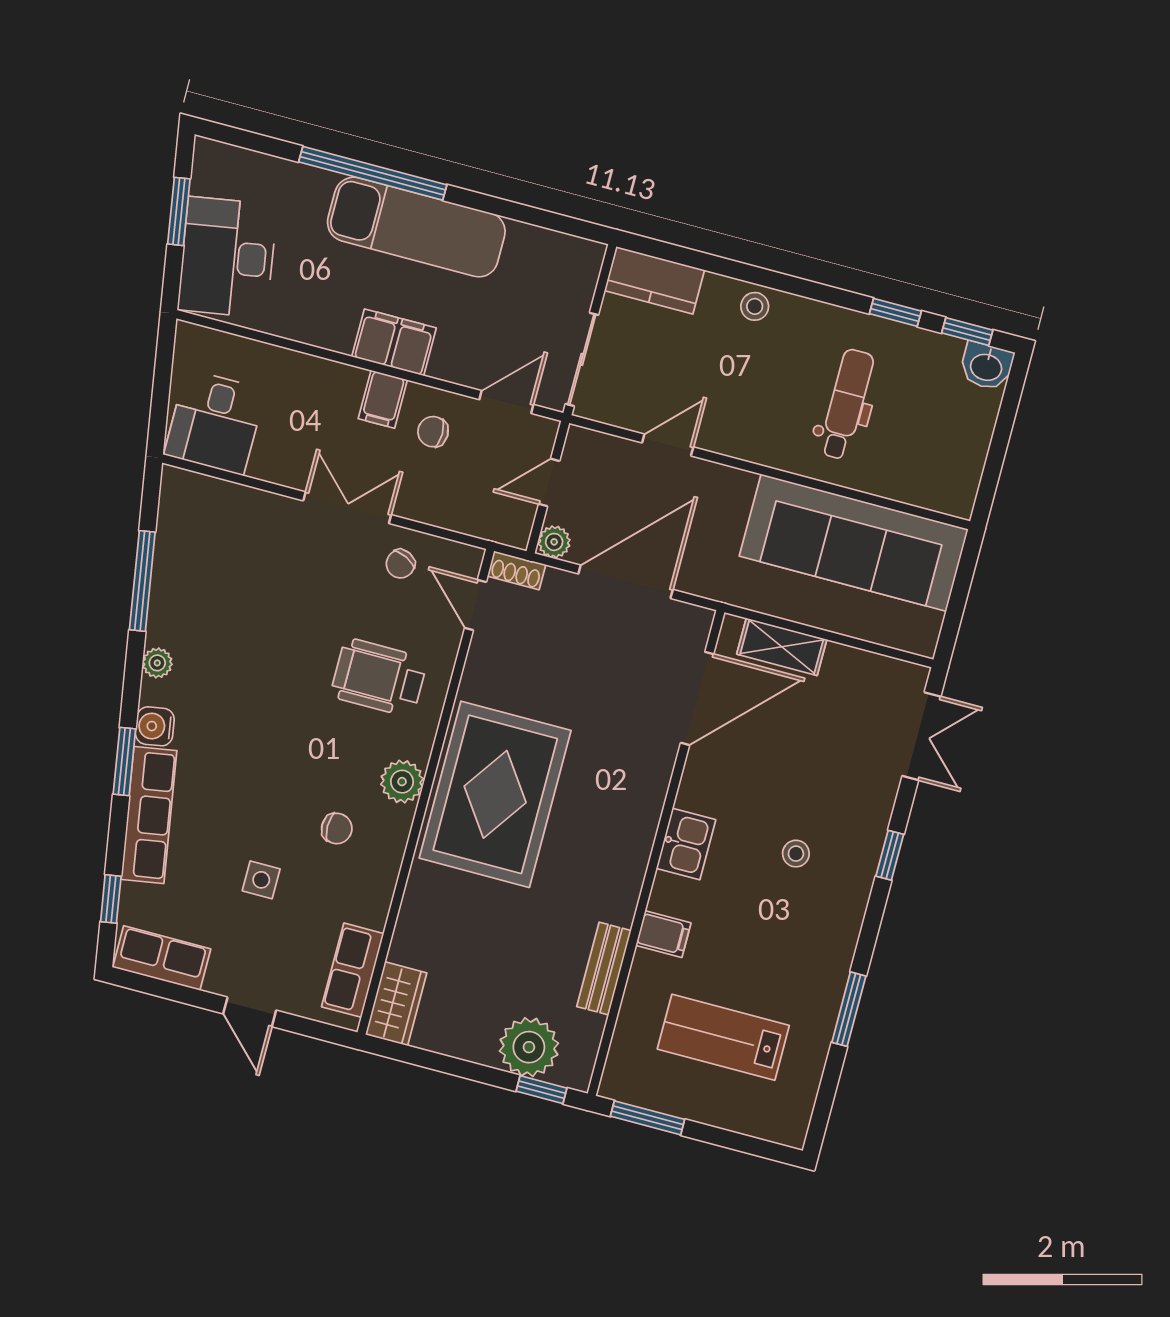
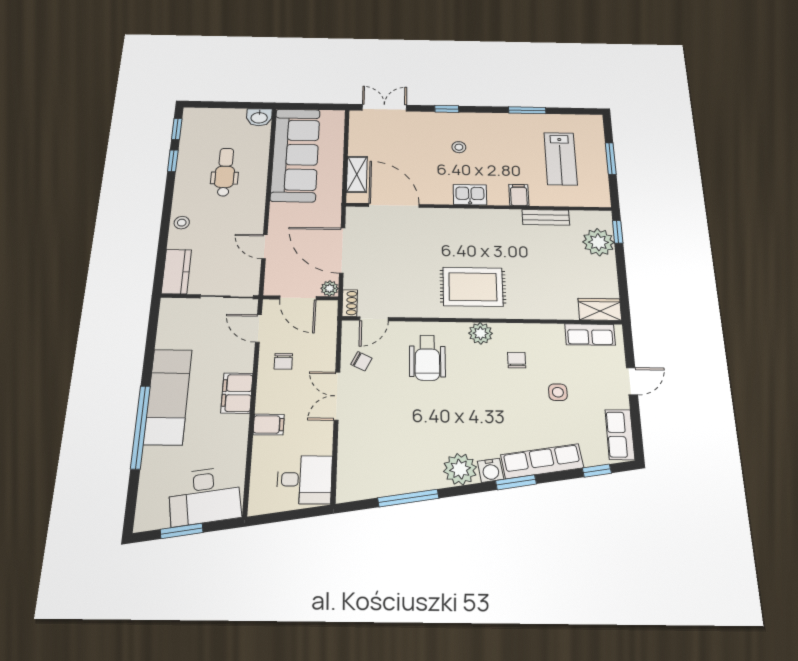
washbasin: (986, 366) -> (259, 117), moved, turned 90
filing cabinet: (383, 399) -> (269, 424), moved
dental chair: (846, 404) -> (225, 172), turned 90
door: (549, 482) -> (298, 298), width x1.38
plant: (157, 663) -> (460, 469), width x1.87, depth x1.87
rug: (495, 794) -> (473, 287), width x0.73, depth x0.69
window: (648, 1118) -> (611, 158), moved

